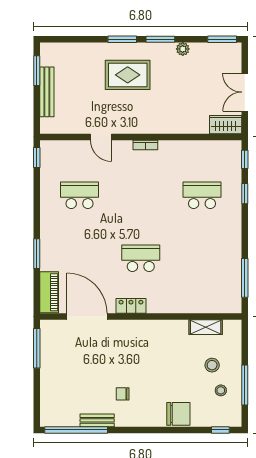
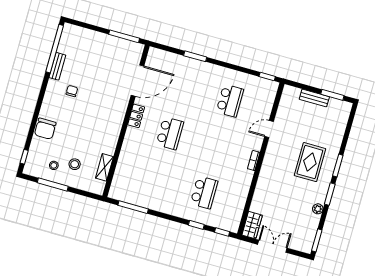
bench: (47, 92) -> (314, 98), width x0.73
piano: (49, 292) -> (164, 57), removed

